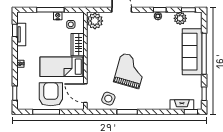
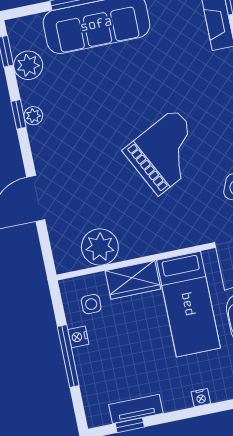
plant: (95, 21) -> (100, 247), moved
grand piano: (130, 71) -> (167, 152), turned 137

